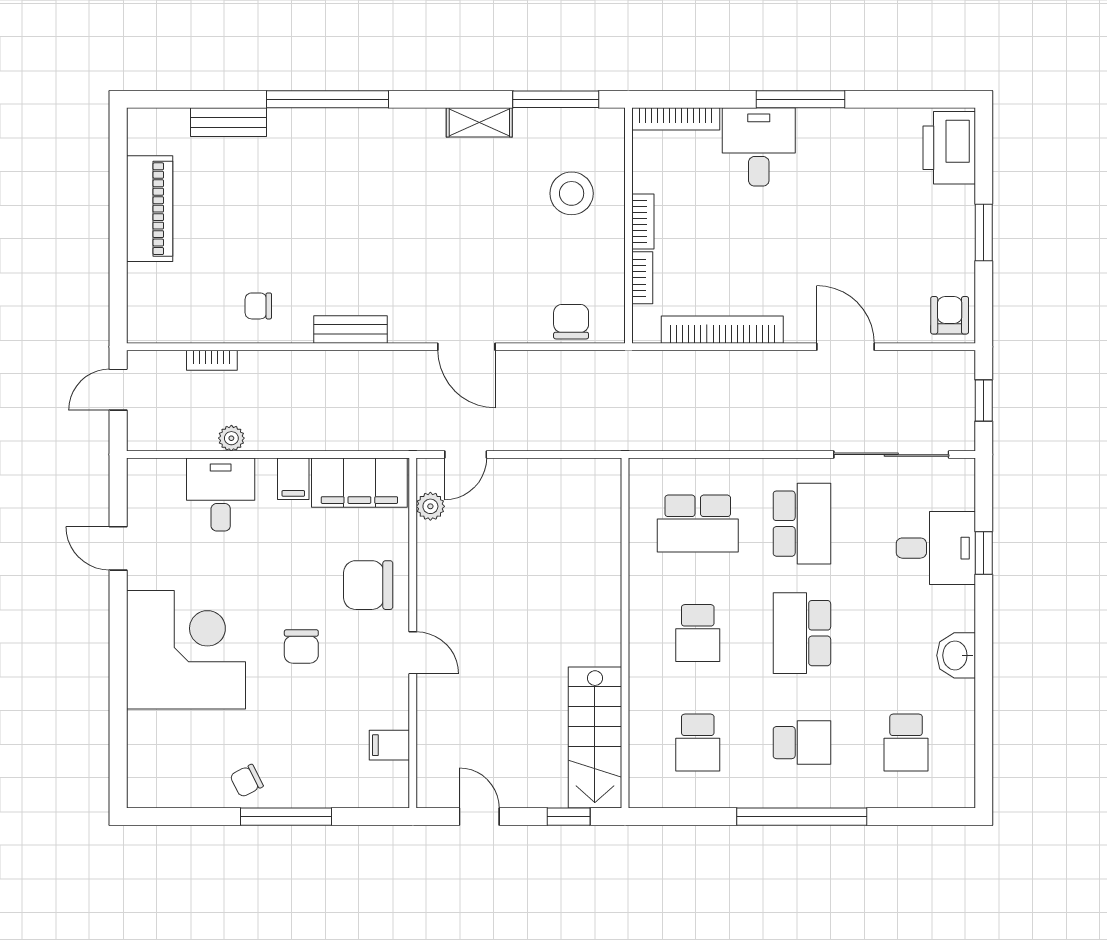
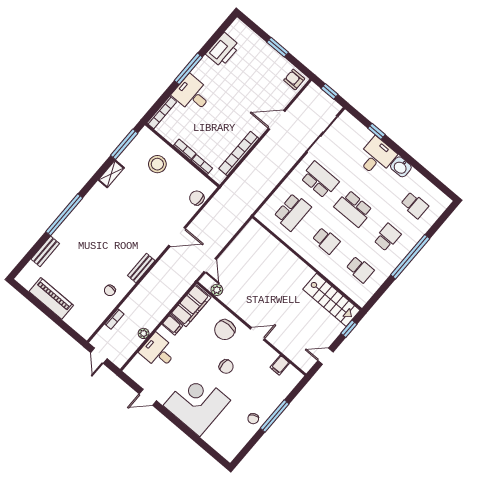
printer: (949, 148) -> (223, 50), moved, turned -90
desk: (936, 548) -> (376, 157), moved

